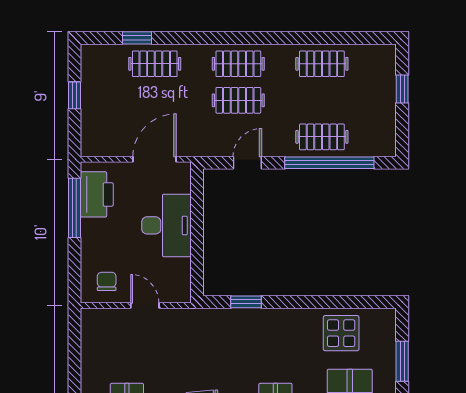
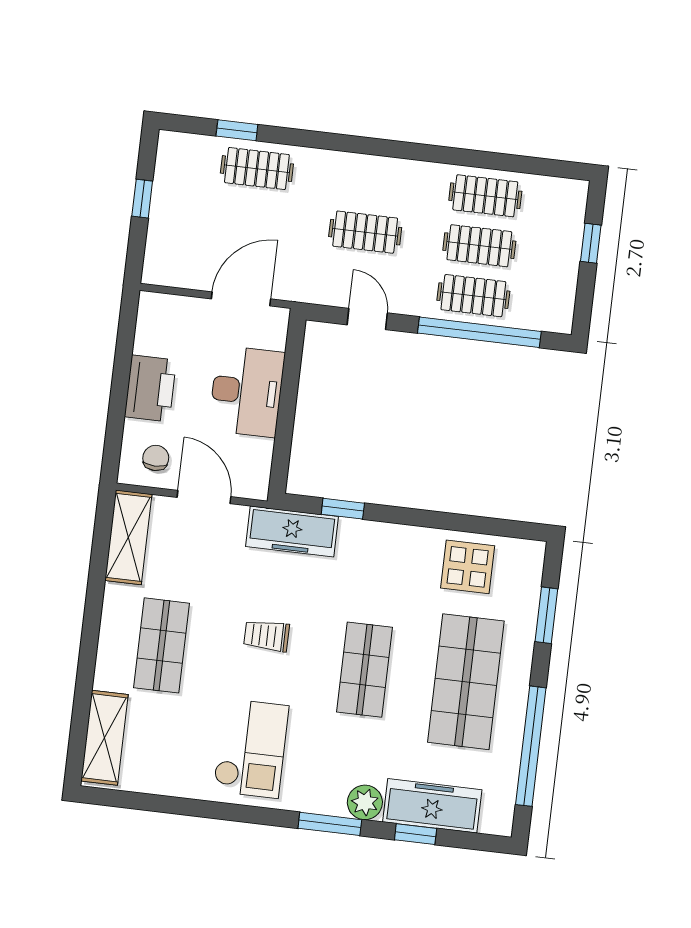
clothes rail: (238, 64) -> (479, 246), moved
door: (247, 163) -> (367, 319), hinge flipped
printer: (97, 194) -> (150, 388), moved
window: (75, 208) -> (124, 352), removed
door: (145, 305) -> (204, 497), width x1.38
freezer: (211, 323) -> (292, 531), added
shelving: (94, 341) -> (128, 537), added

